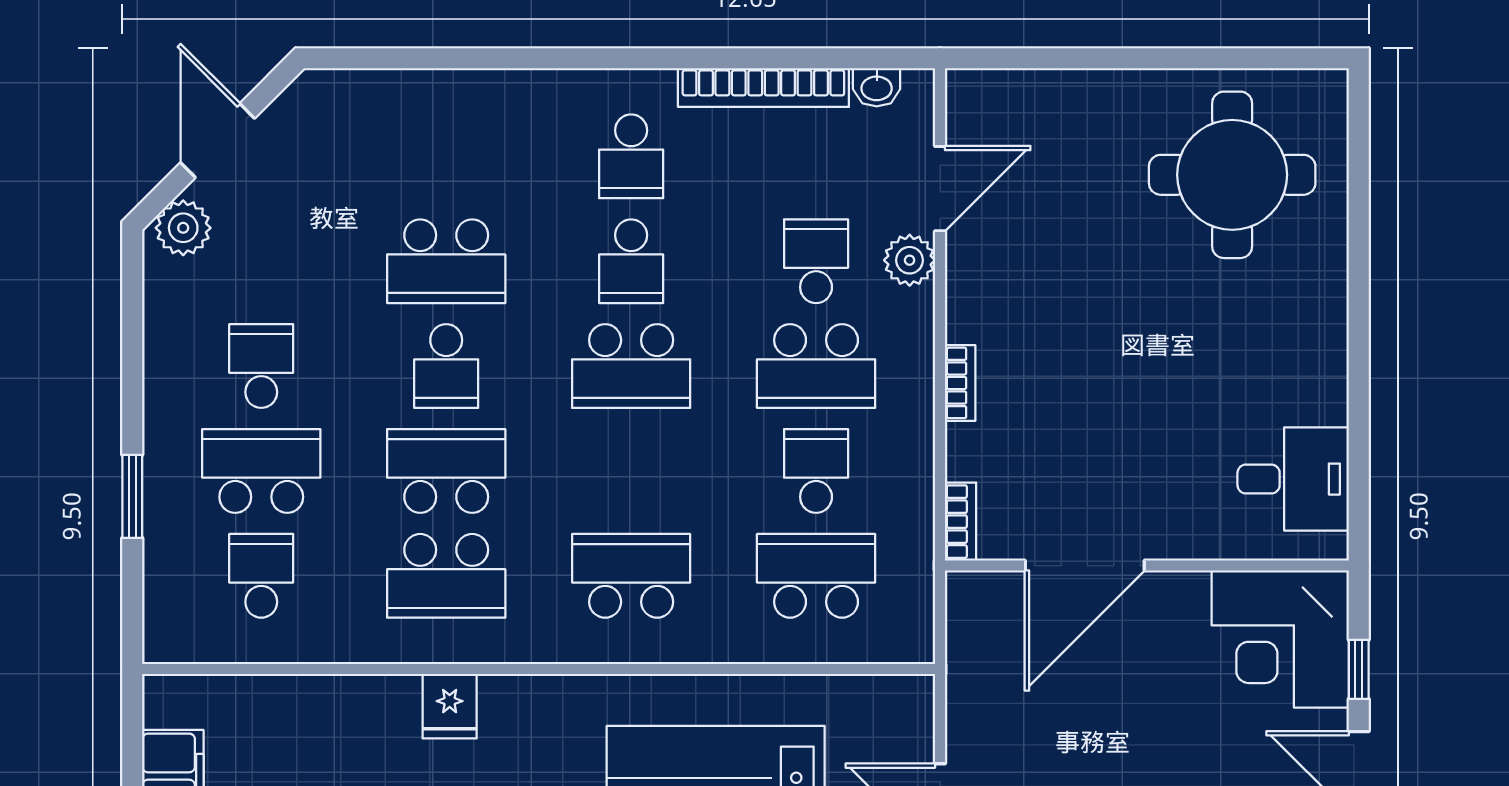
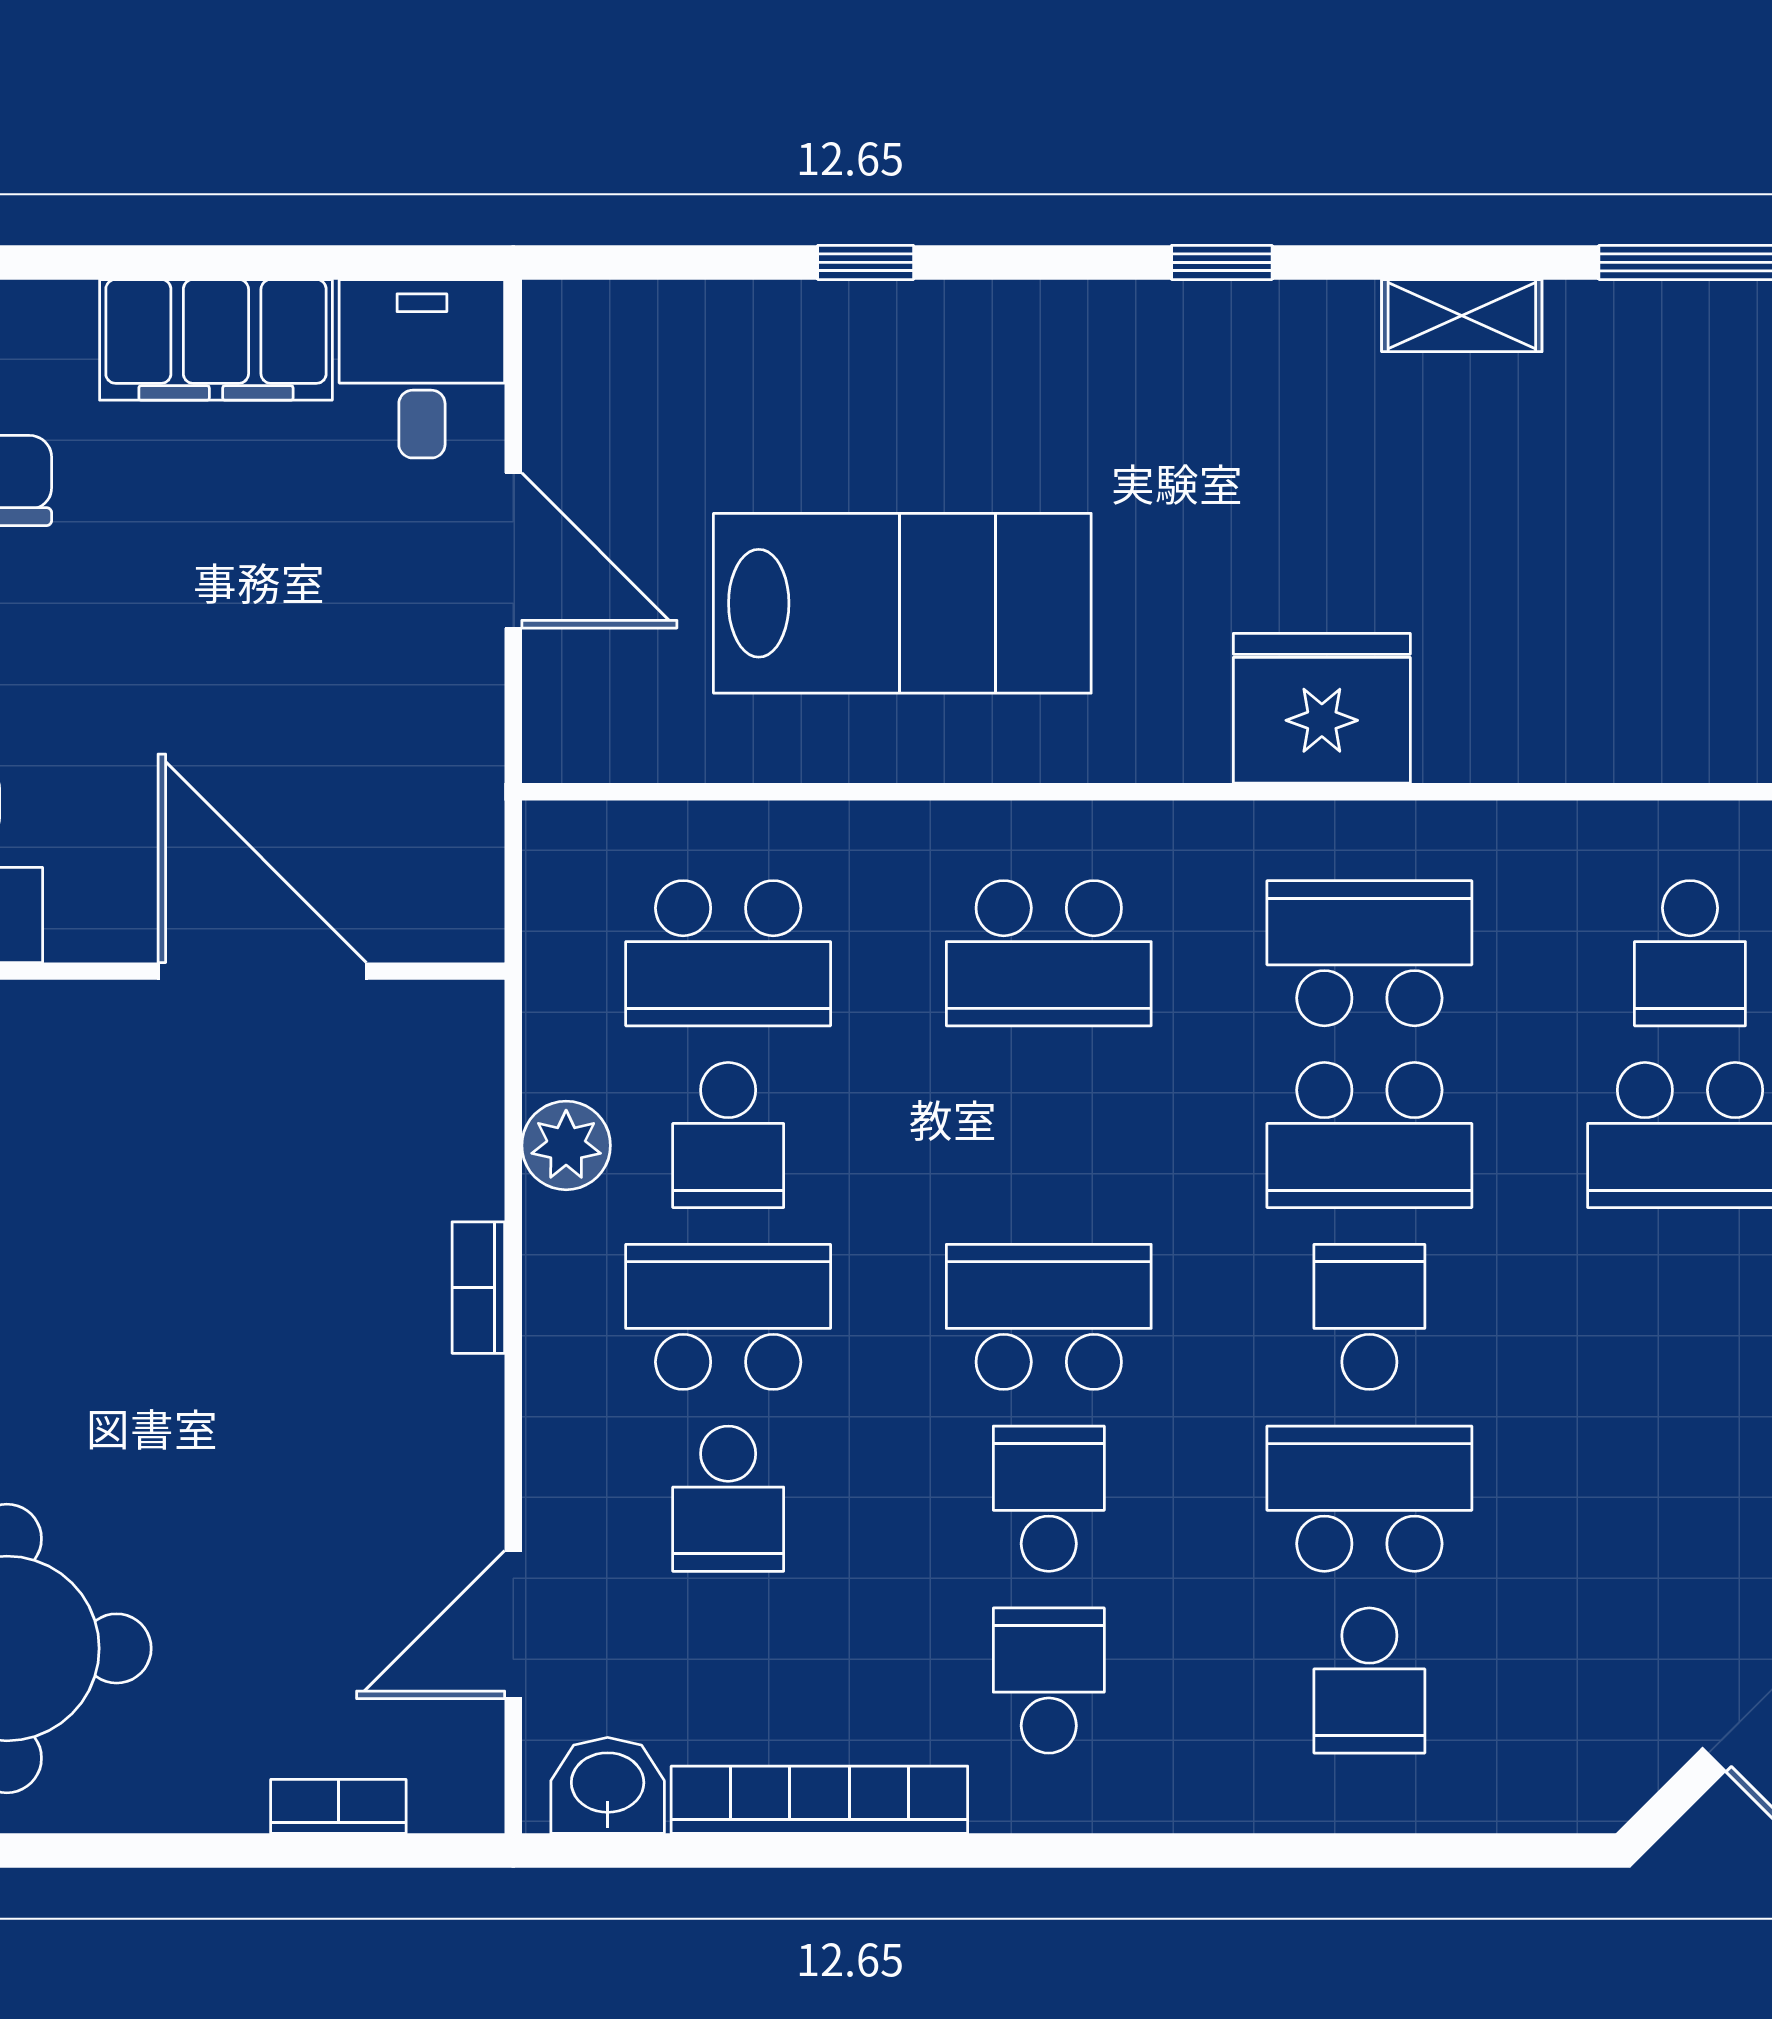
washbasin: (877, 87) -> (608, 1785), width x1.38, depth x1.45
plant: (910, 260) -> (566, 1145), moved
school desk: (261, 366) -> (1369, 1681), moved
bookcase: (961, 522) -> (338, 1806), moved, turned 90
door: (1085, 566) -> (262, 971), hinge flipped
fridge: (450, 706) -> (1322, 708), width x1.88, depth x1.34

